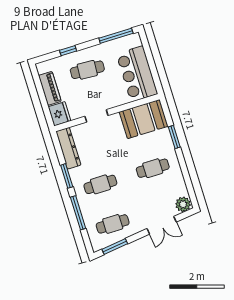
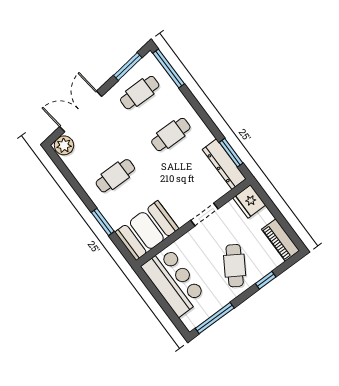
cafe table: (87, 70) -> (235, 266), turned -61
piano: (50, 88) -> (281, 240), moved
window: (67, 176) -> (231, 153), moved
window: (78, 213) -> (169, 68), moved
double door: (162, 225) -> (81, 111), width x1.37

